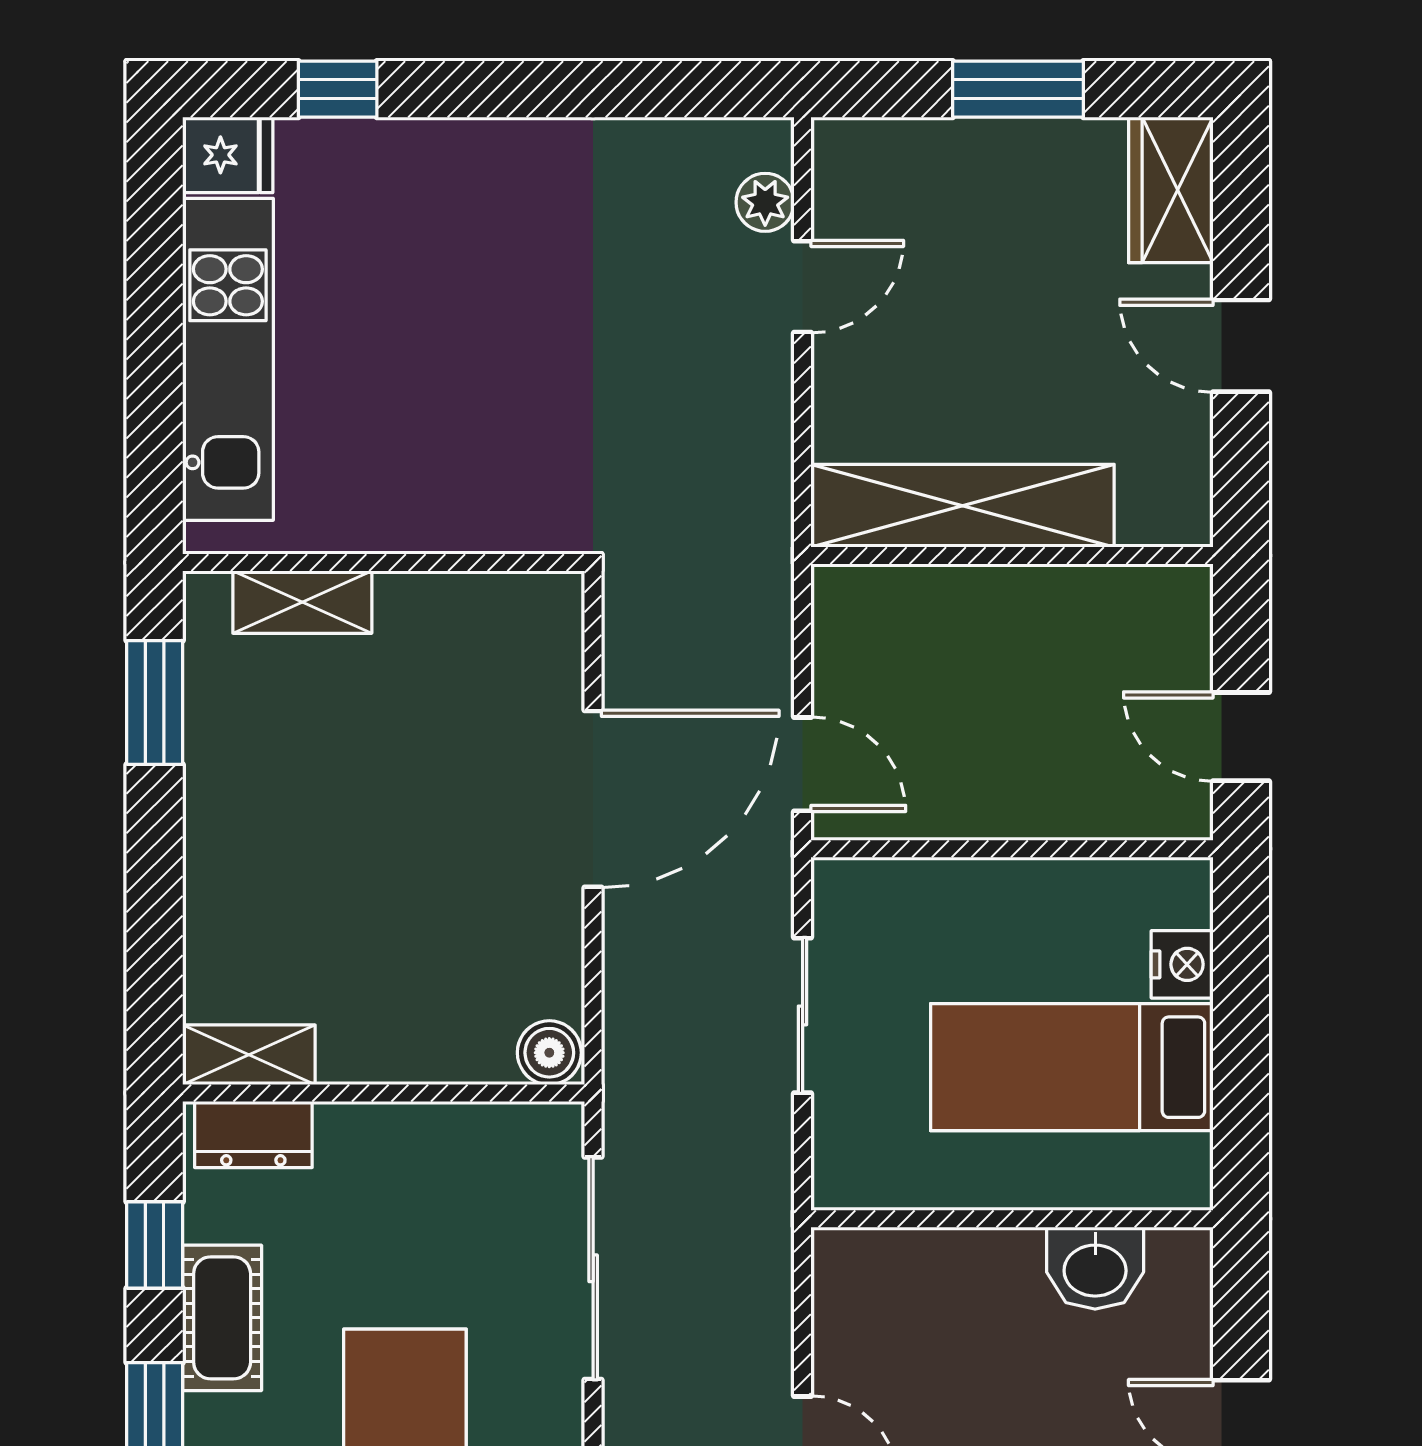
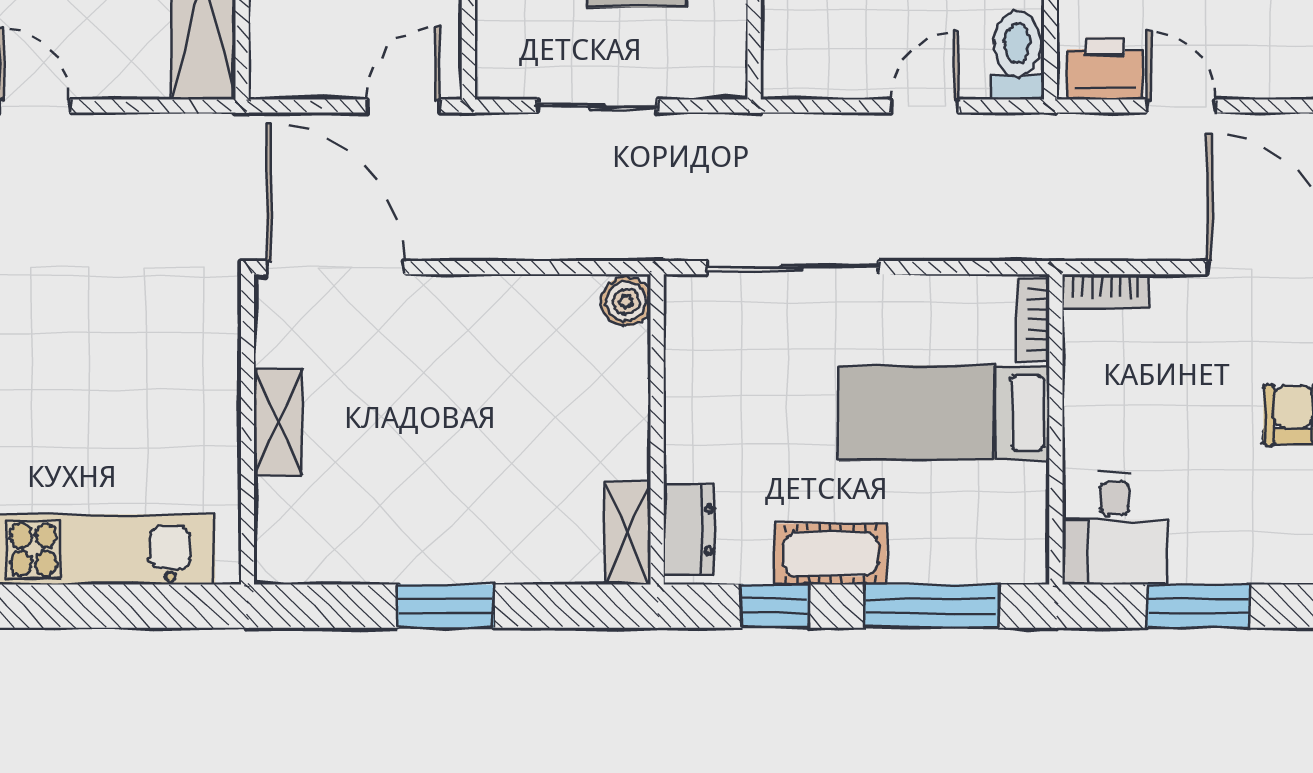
shelving: (302, 602) -> (278, 422), moved
window: (155, 702) -> (446, 606), moved
door: (593, 799) -> (335, 268), moved

